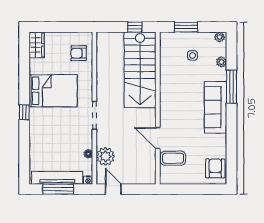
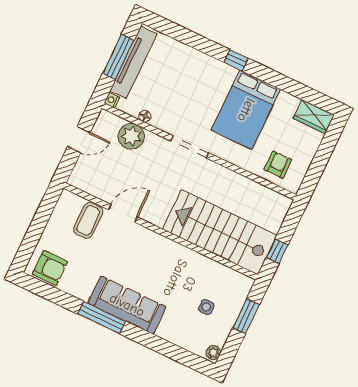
plant: (221, 62) -> (181, 340), removed
window: (231, 87) -> (102, 318), moved
door: (113, 189) -> (79, 140), moved

